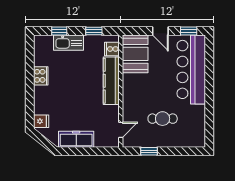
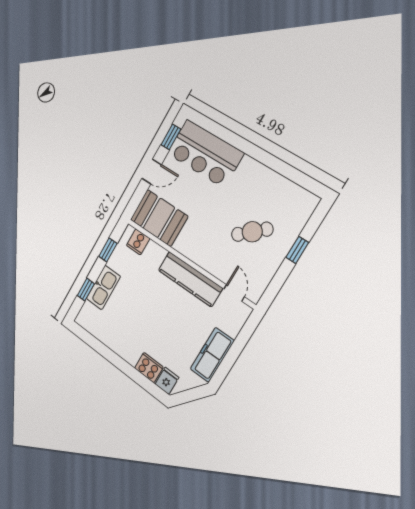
bar counter: (191, 69) -> (205, 153), width x0.73
cooker: (41, 76) -> (149, 368), moved
kitchen counter: (111, 81) -> (190, 279), moved
cafe table: (163, 119) -> (252, 232), turned 49
window: (149, 151) -> (297, 250), moved

